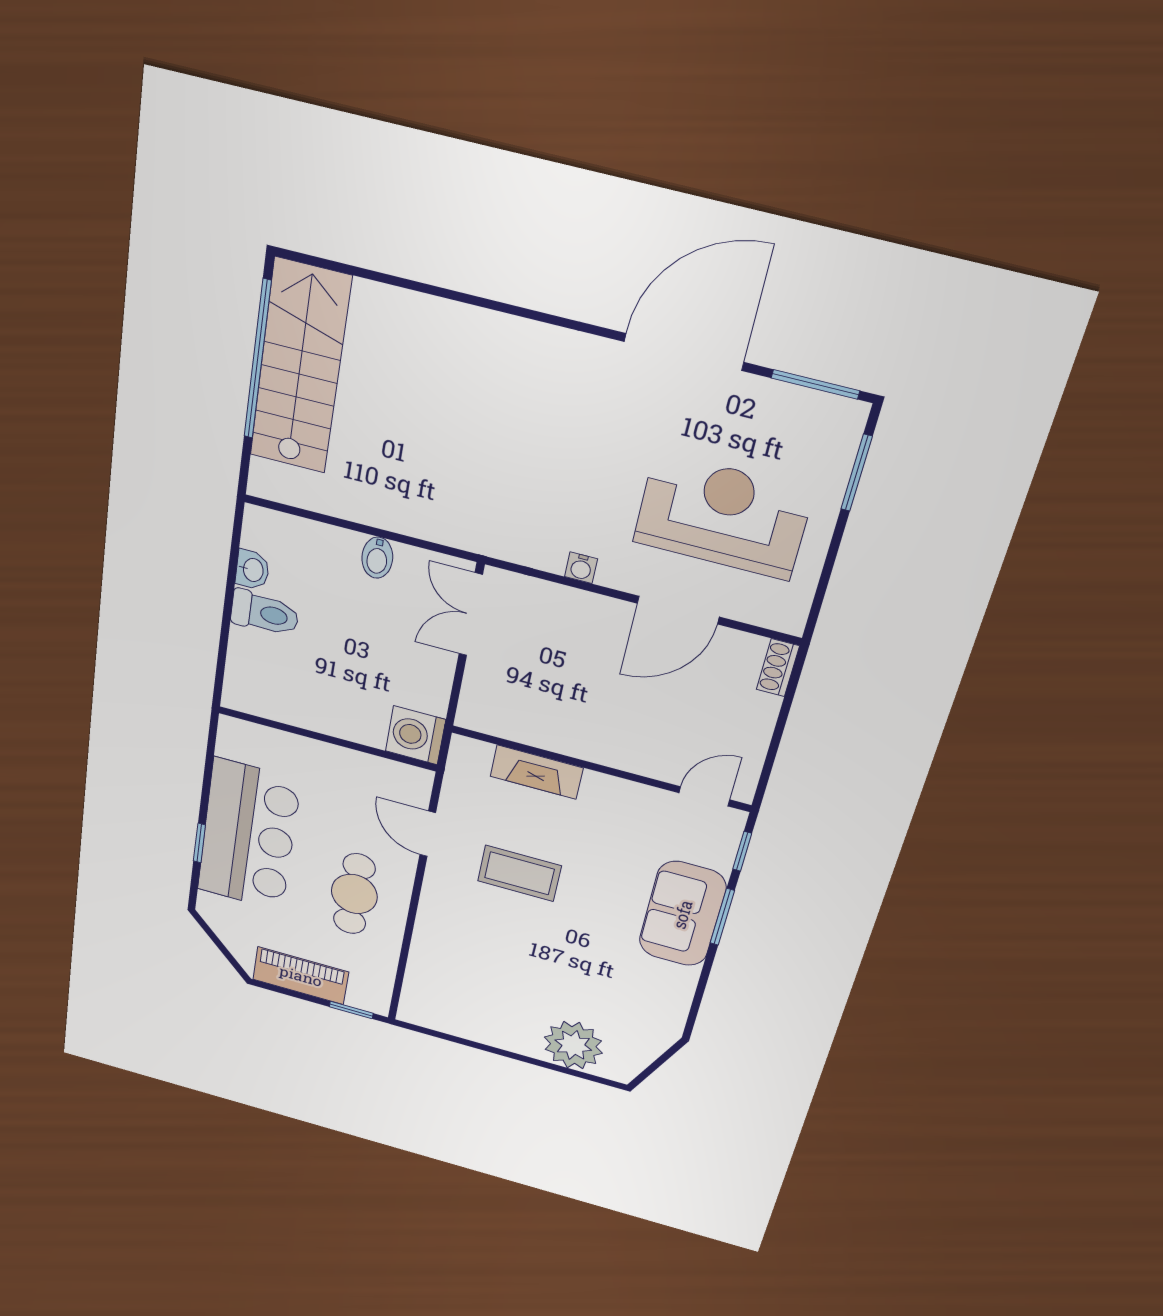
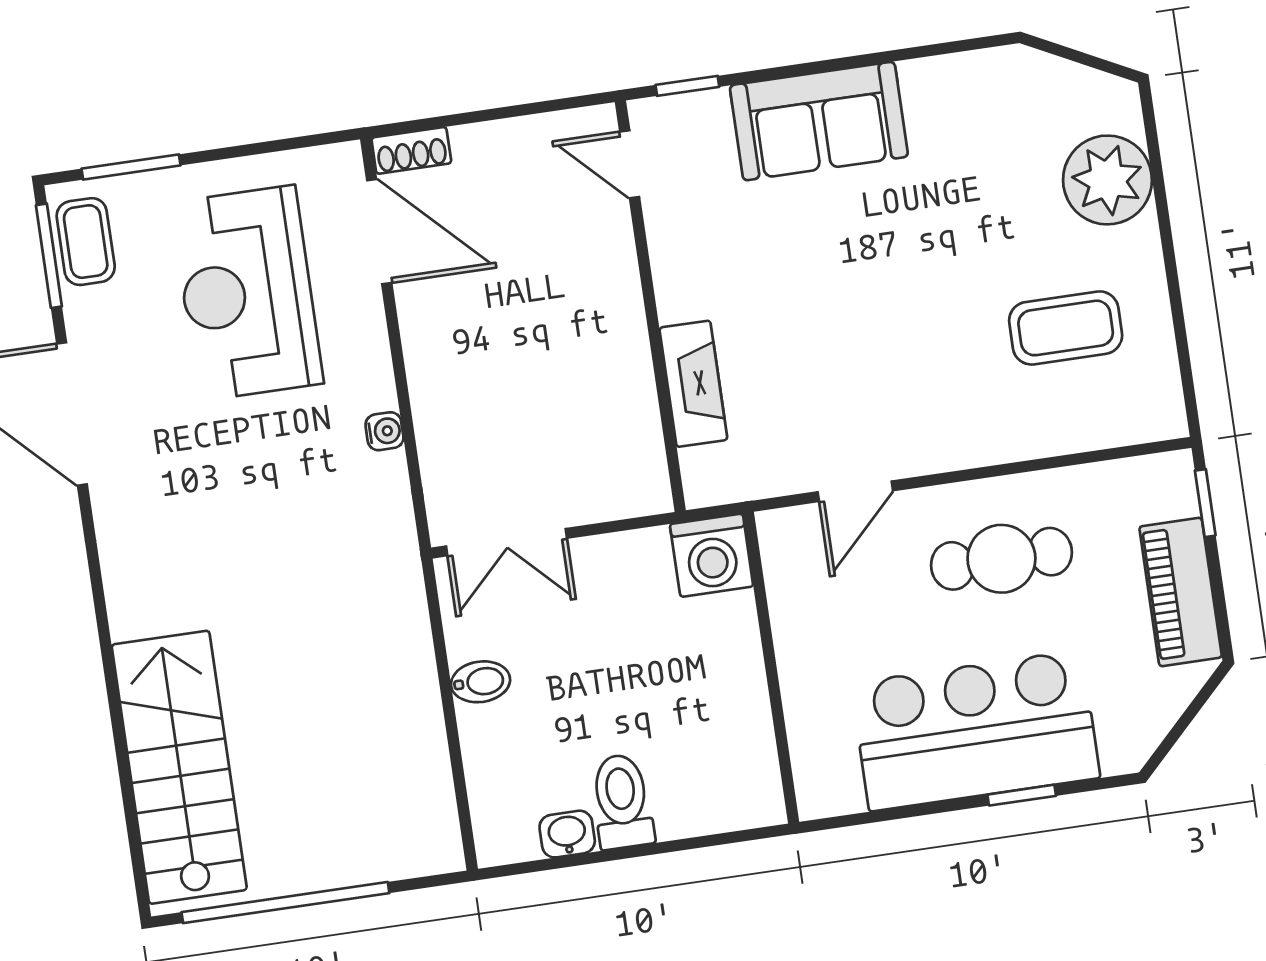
stairs: (300, 367) -> (179, 767), moved, turned 90
coffee table: (814, 416) -> (86, 242), added
door: (678, 610) -> (379, 232), moved
coffee table: (519, 873) -> (1066, 328), moved, turned 90
window: (722, 917) -> (799, 70), removed

